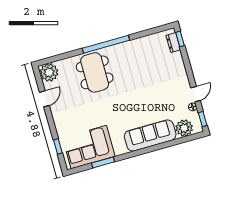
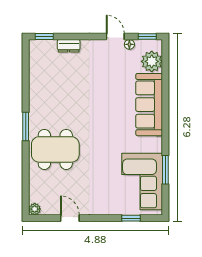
dresser: (173, 43) -> (69, 46), moved
window: (106, 44) -> (26, 126), width x0.47
plant: (49, 72) -> (35, 209), width x0.53, depth x0.53

